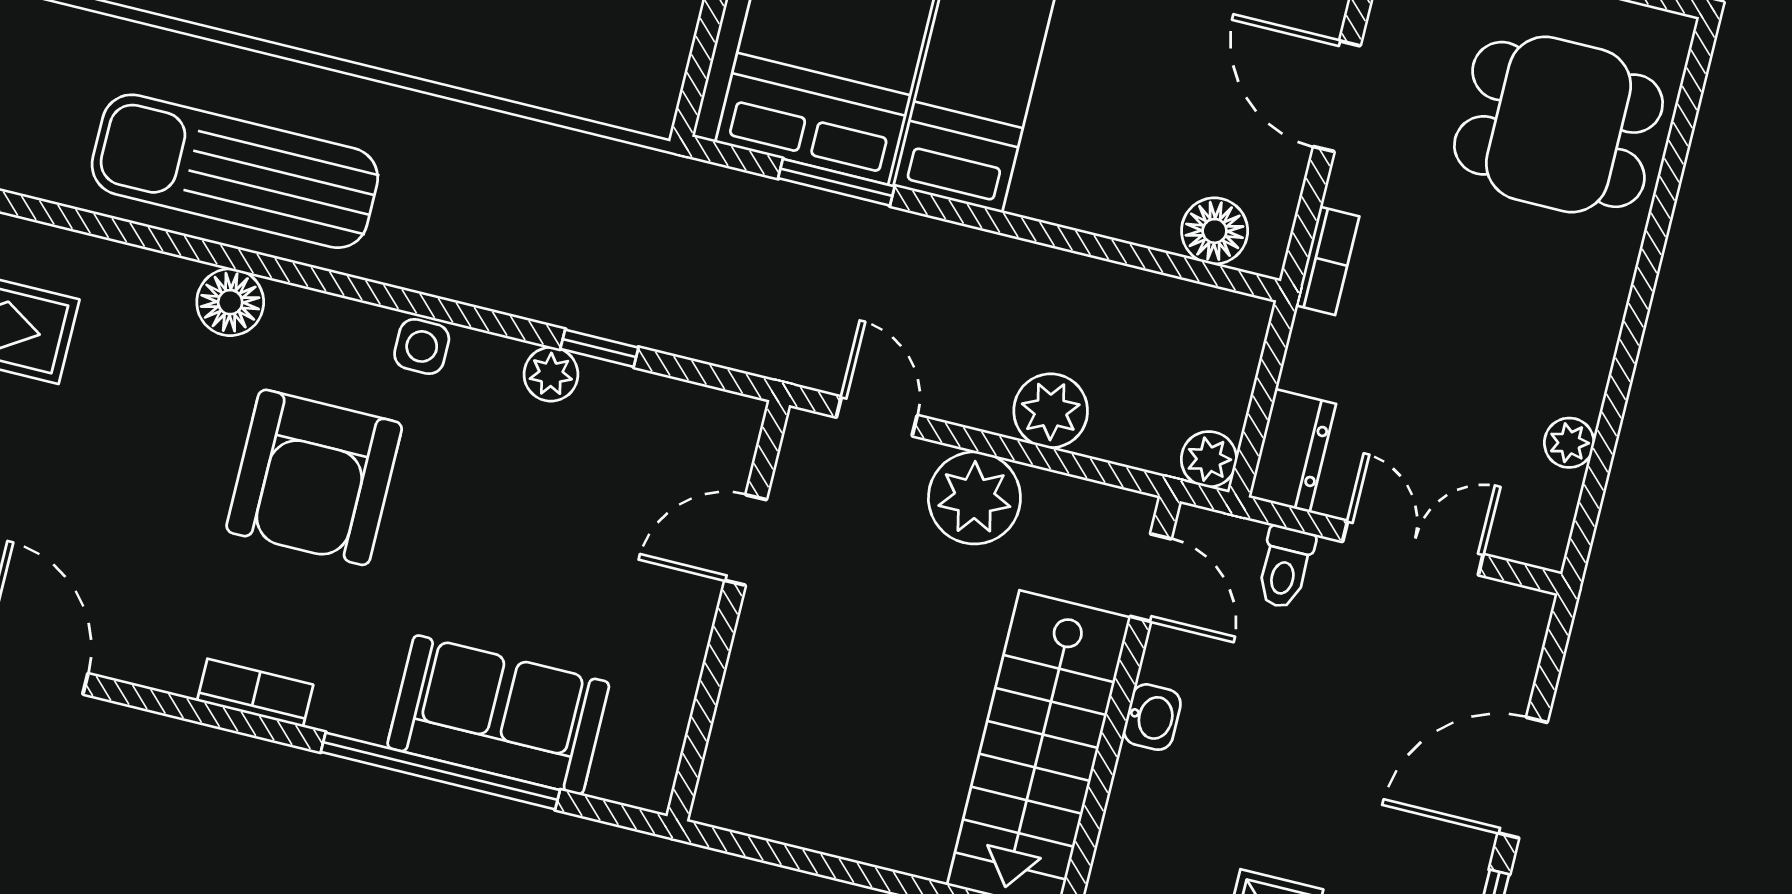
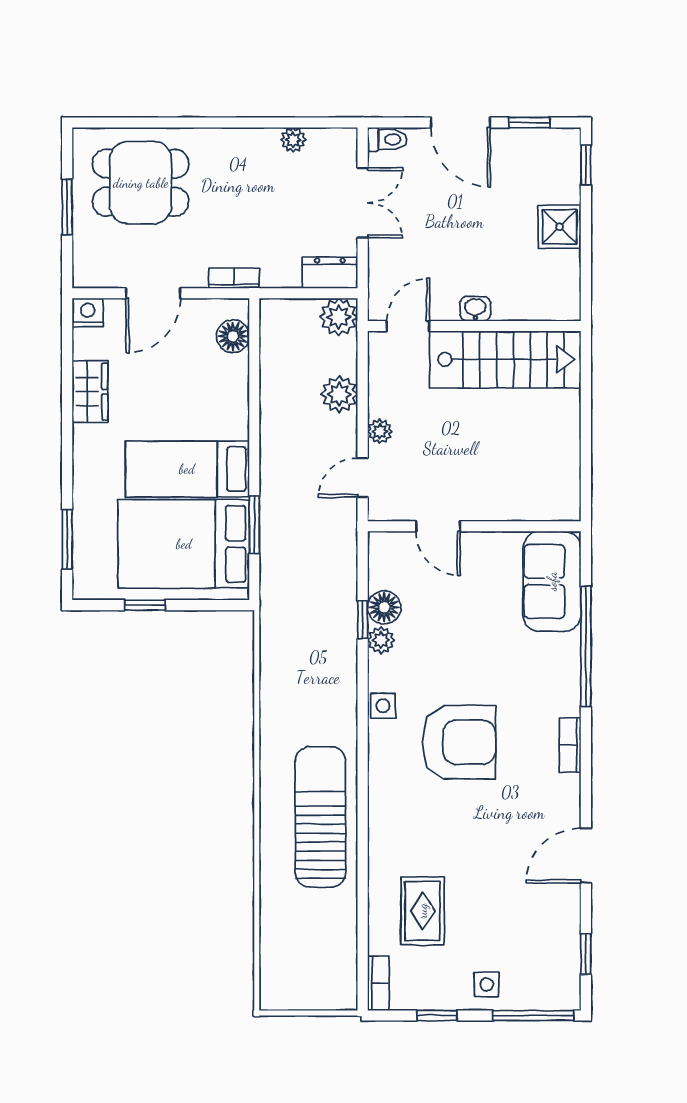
dining table: (1558, 124) -> (141, 183), turned 90
sun lounger: (235, 171) -> (320, 817), turned 180
floor lamp: (230, 302) -> (384, 607), moved
plant: (1209, 459) -> (339, 317), width x1.38, depth x1.38
plant: (974, 498) -> (380, 431), width x0.53, depth x0.53
double door: (1413, 548) -> (363, 203), swing flipped
toilet: (1285, 567) -> (387, 139), moved
sofa: (498, 715) -> (552, 581), moved

